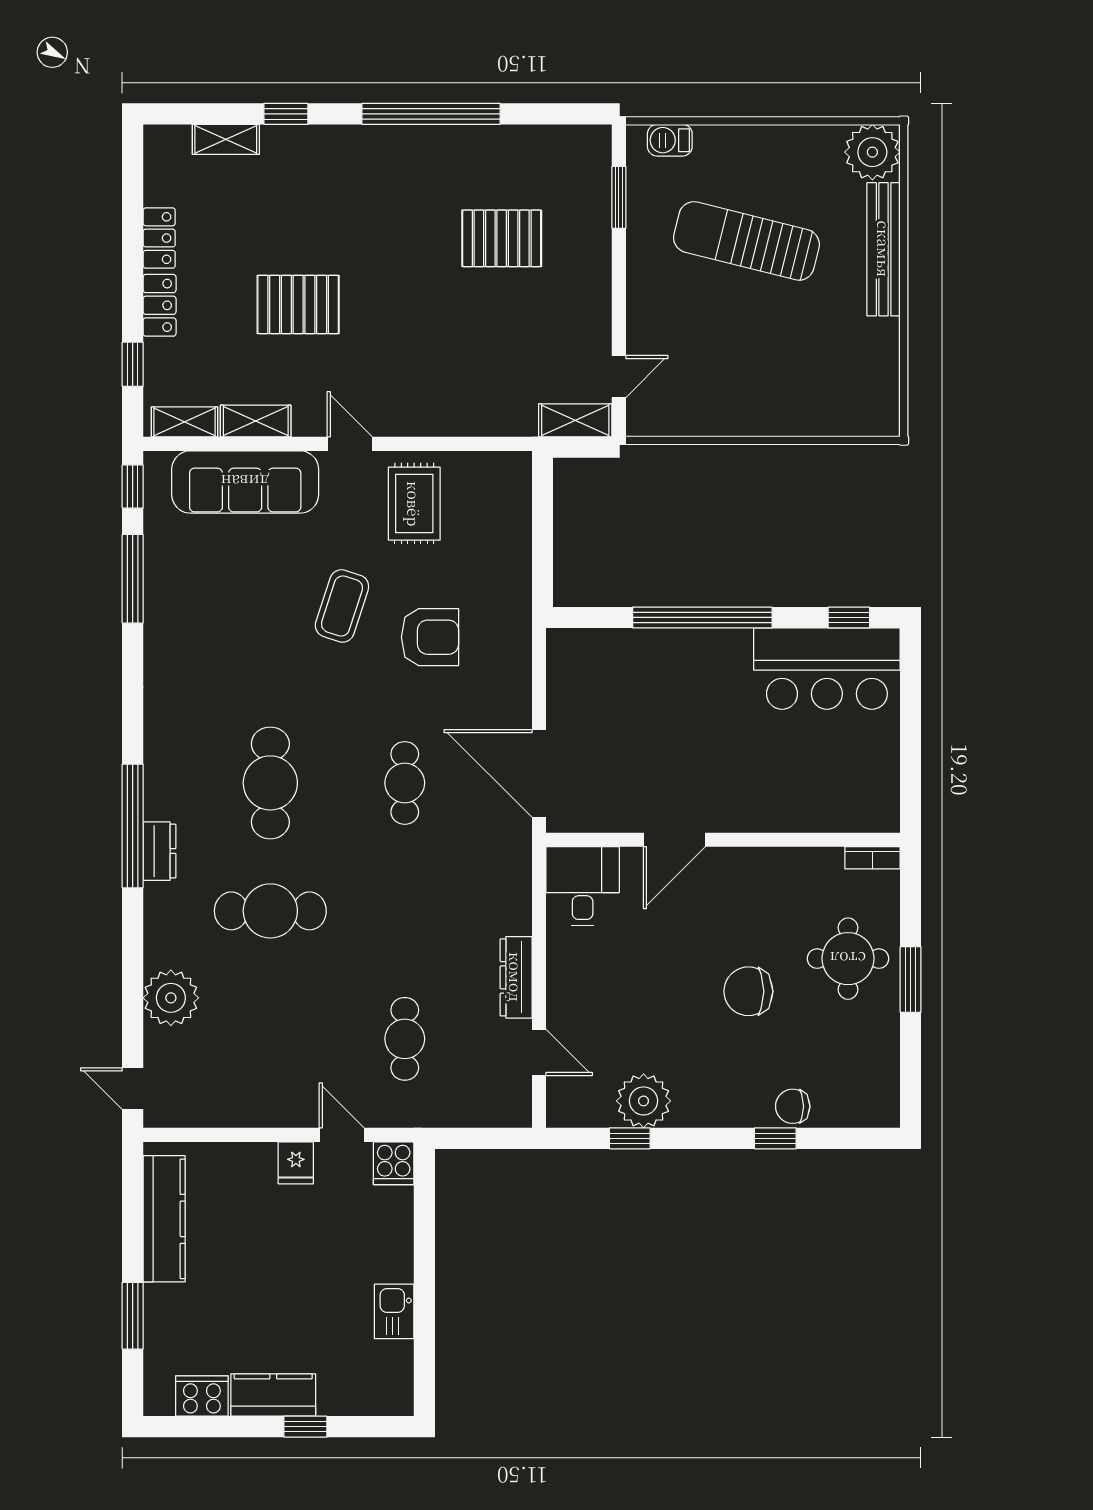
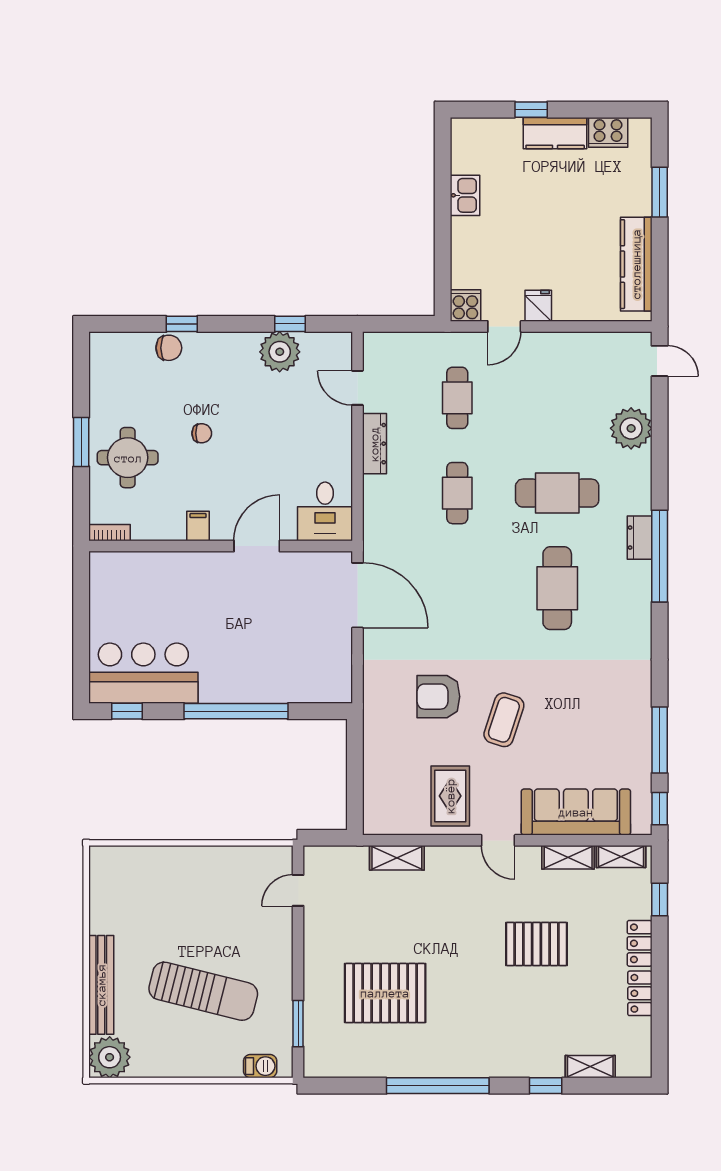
pallet: (502, 238) -> (385, 993), width x1.37, depth x1.41
shelving: (575, 420) -> (397, 858), moved
cafe table: (405, 783) -> (457, 493), moved
filing cabinet: (753, 867) -> (198, 526), added
chair: (748, 991) -> (202, 433), width x0.54, depth x0.54
door: (342, 1135) -> (504, 326), hinge flipped

